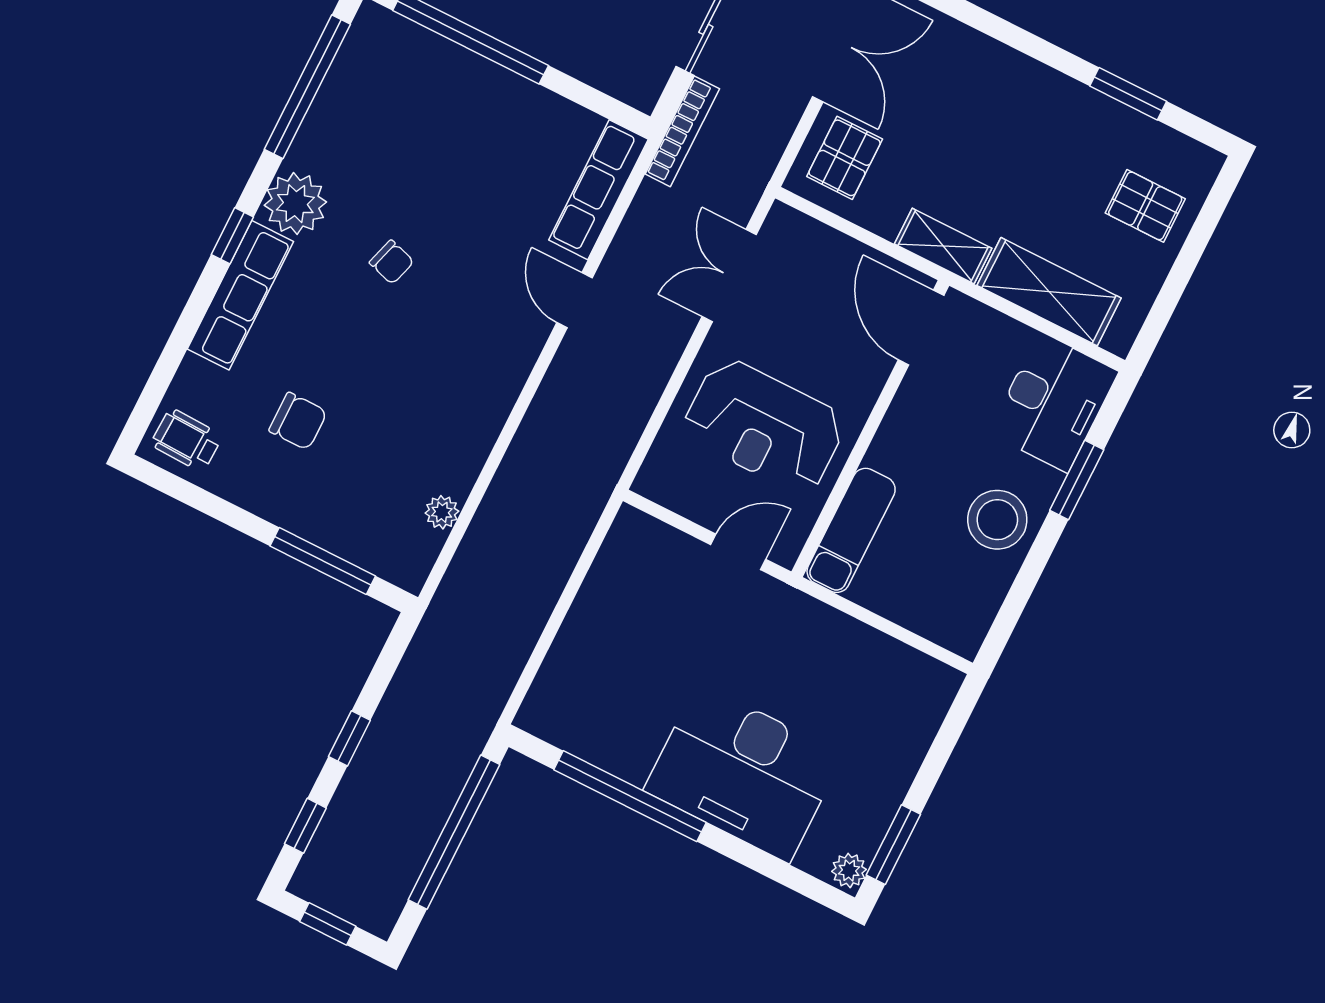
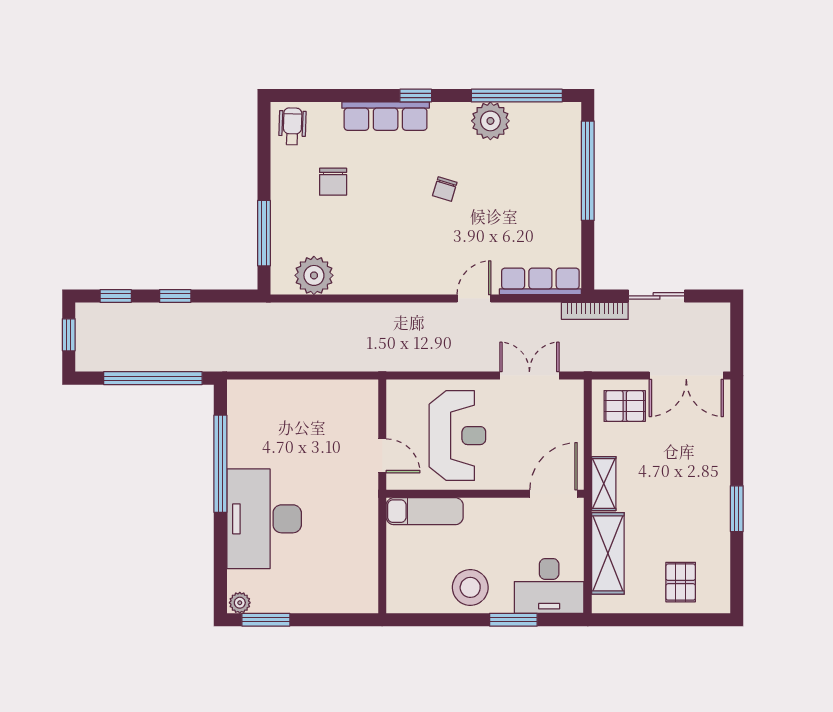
window: (1128, 94) -> (737, 509), moved
plant: (295, 204) -> (490, 121), moved
reception desk: (764, 426) -> (457, 436), turned 180
plant: (442, 512) -> (314, 275), width x1.88, depth x1.88

